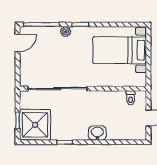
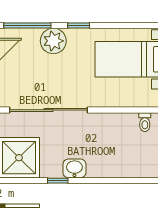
plant: (66, 32) -> (53, 41), width x1.88, depth x1.88
washbasin: (97, 133) -> (74, 168), moved

